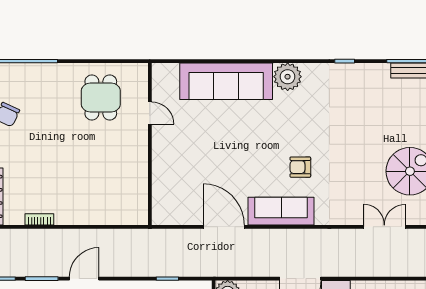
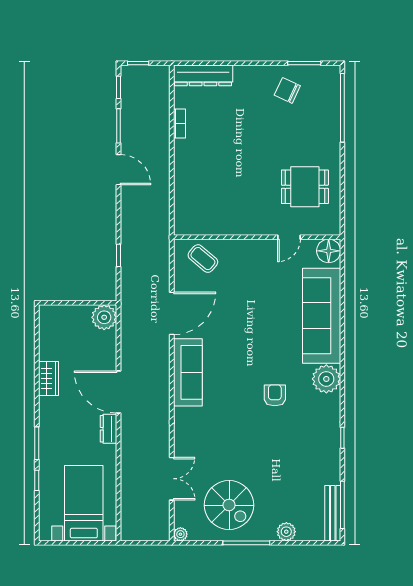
floor lamp: (163, 74) -> (329, 251), added
armchair: (300, 167) -> (275, 395), moved
coffee table: (171, 197) -> (203, 259), added

